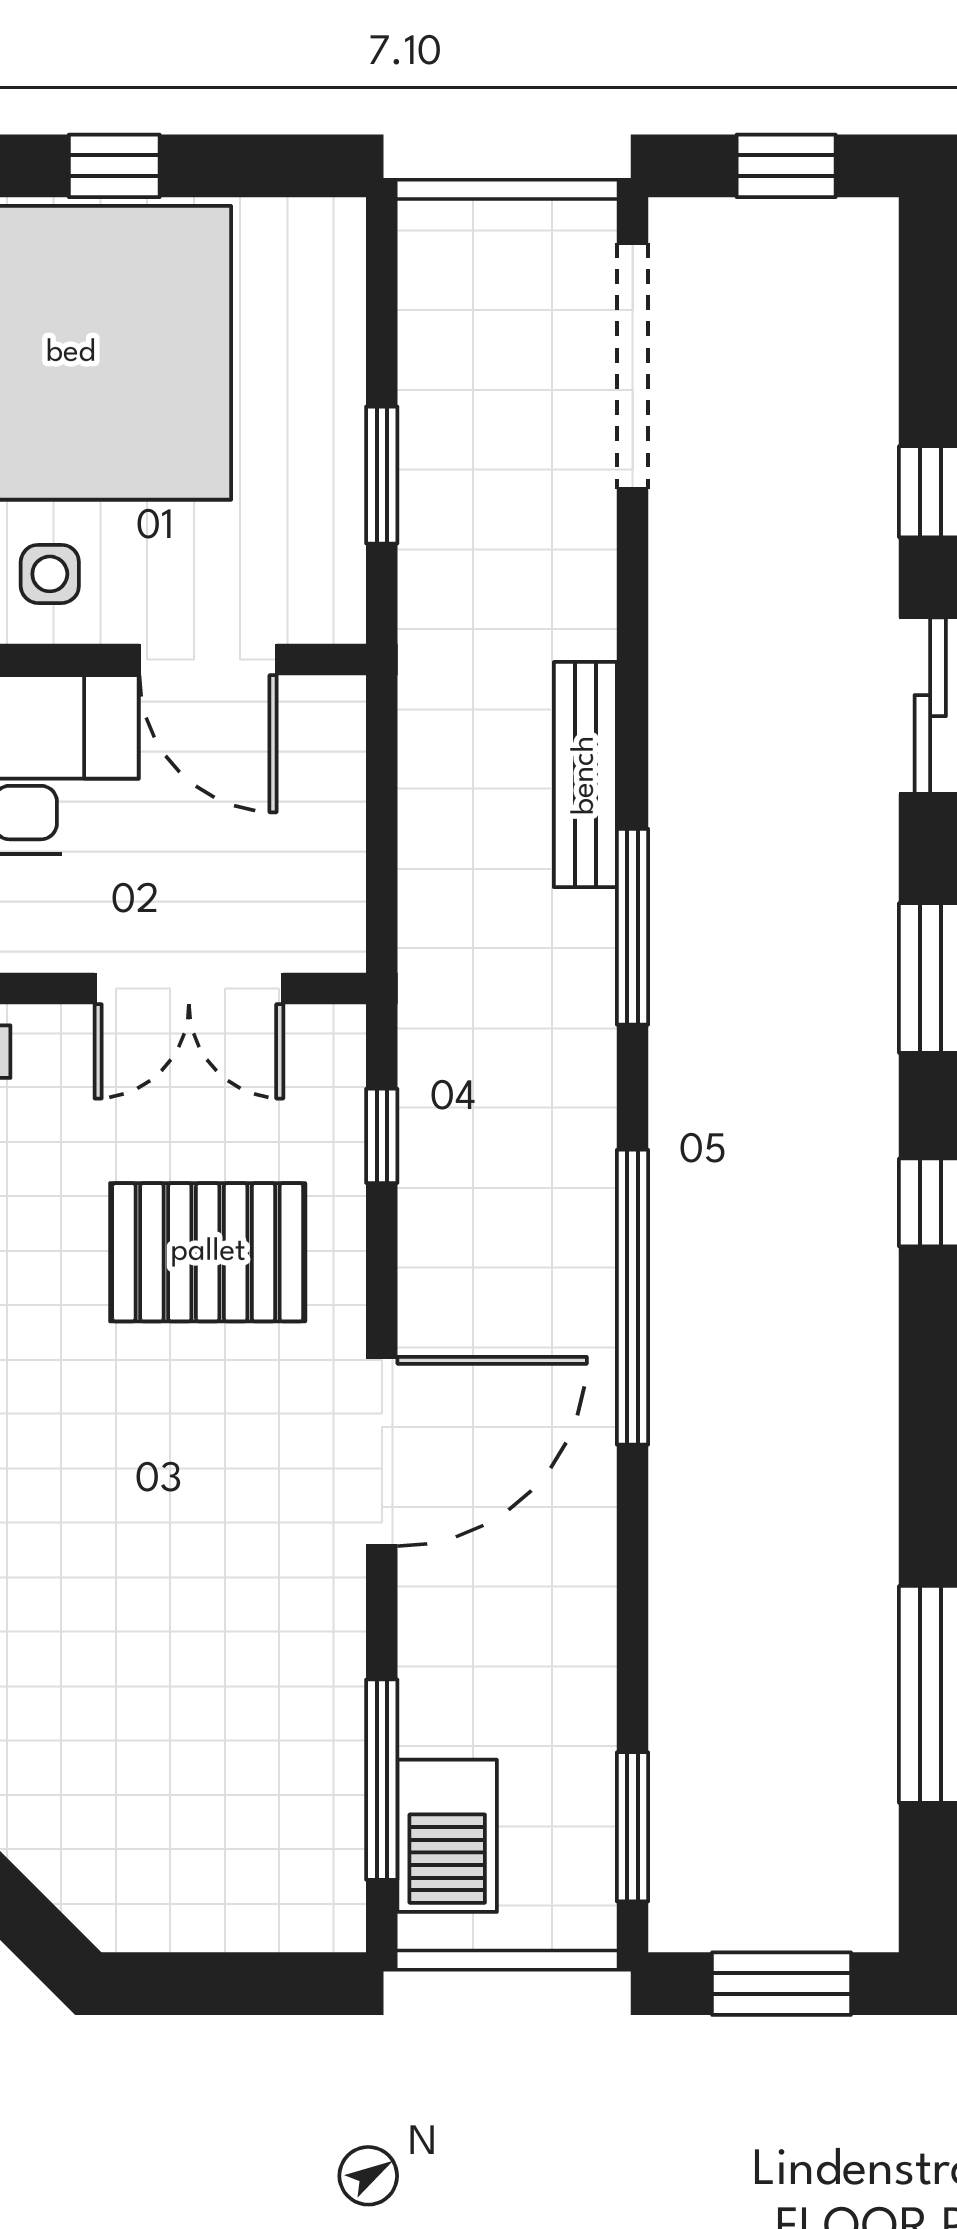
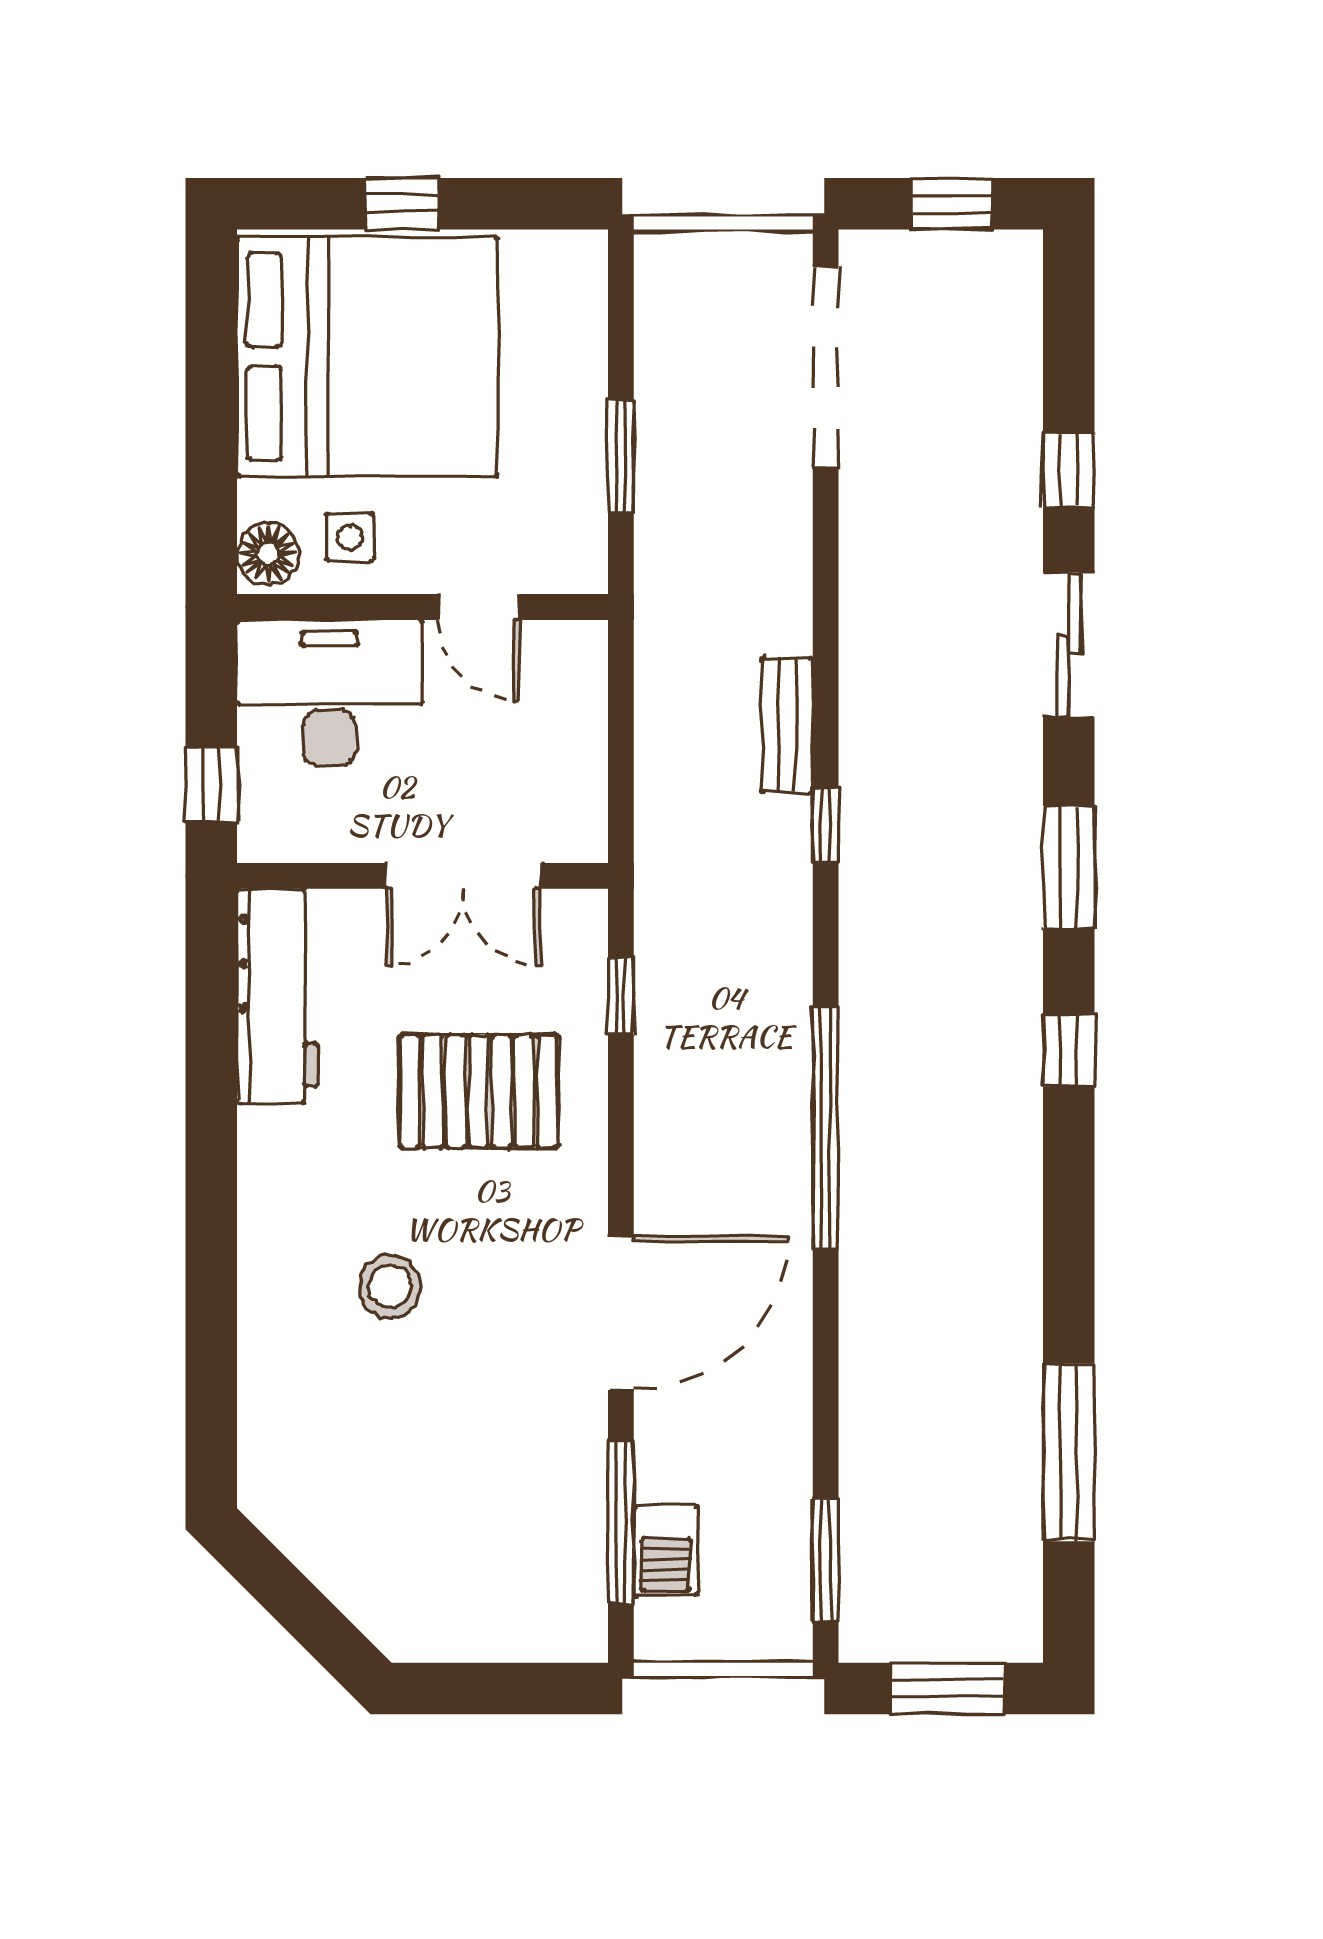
door: (208, 660) -> (479, 607), width x0.73
bench: (585, 775) -> (787, 725), width x0.73
window: (633, 927) -> (826, 825), width x0.46
door: (382, 1451) -> (621, 1313), moved
stool: (99, 1491) -> (390, 1286), added
barbecue: (447, 1836) -> (666, 1551), width x0.73, depth x0.79

